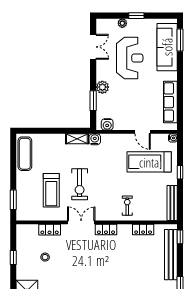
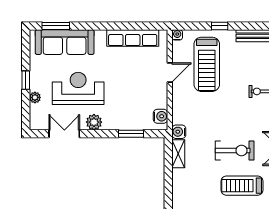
plant: (102, 87) -> (94, 122), moved
treadmill: (51, 190) -> (242, 186), turned 180

